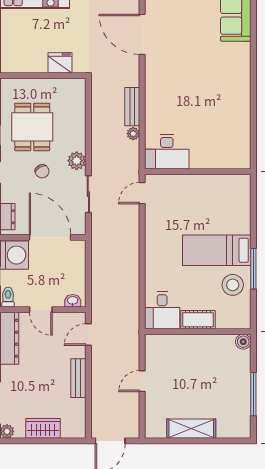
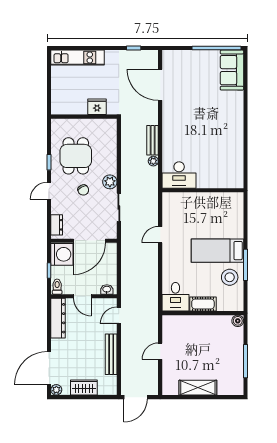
door: (142, 193) -> (160, 235), moved
door: (50, 237) -> (89, 241), swing flipped
bench: (78, 378) -> (111, 354), width x1.36

